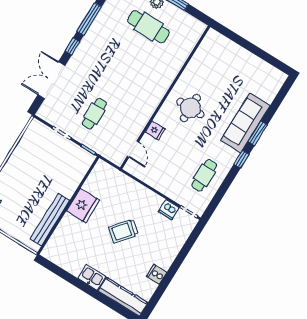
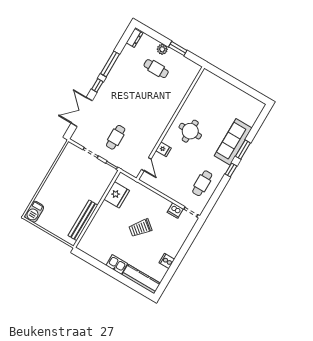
cafe table: (148, 27) -> (156, 69), width x0.73, depth x0.74
fridge: (83, 206) -> (117, 195), moved

